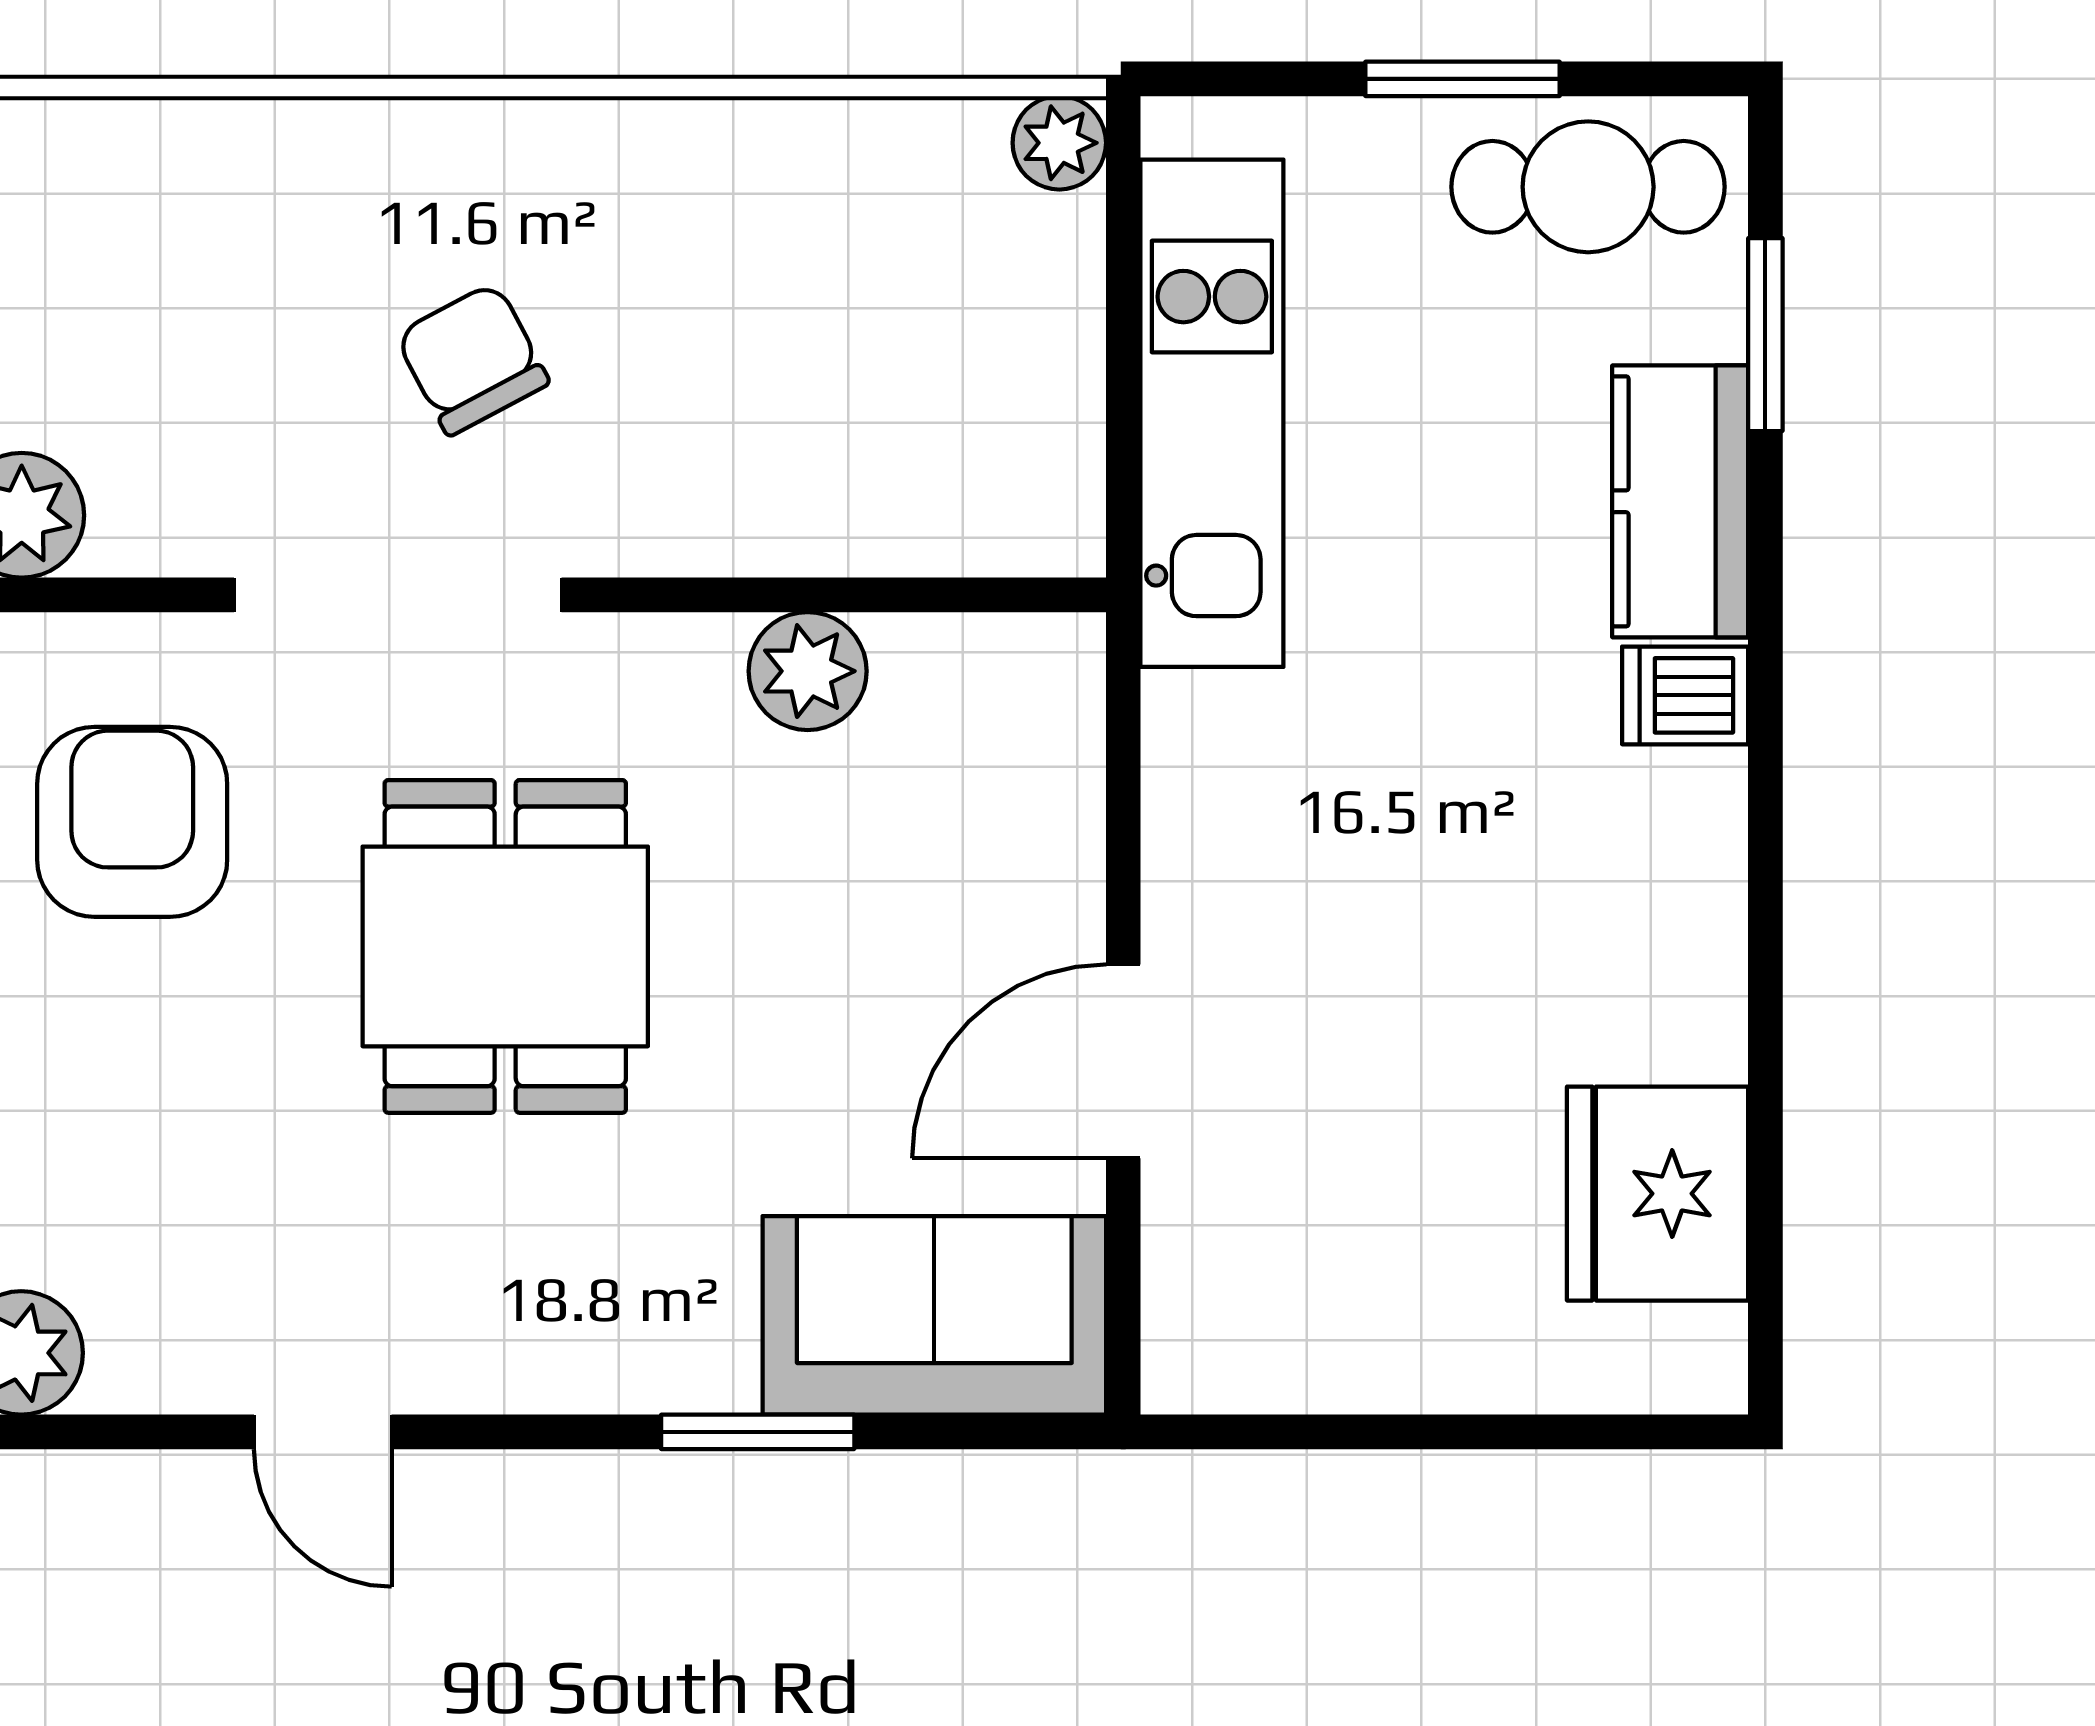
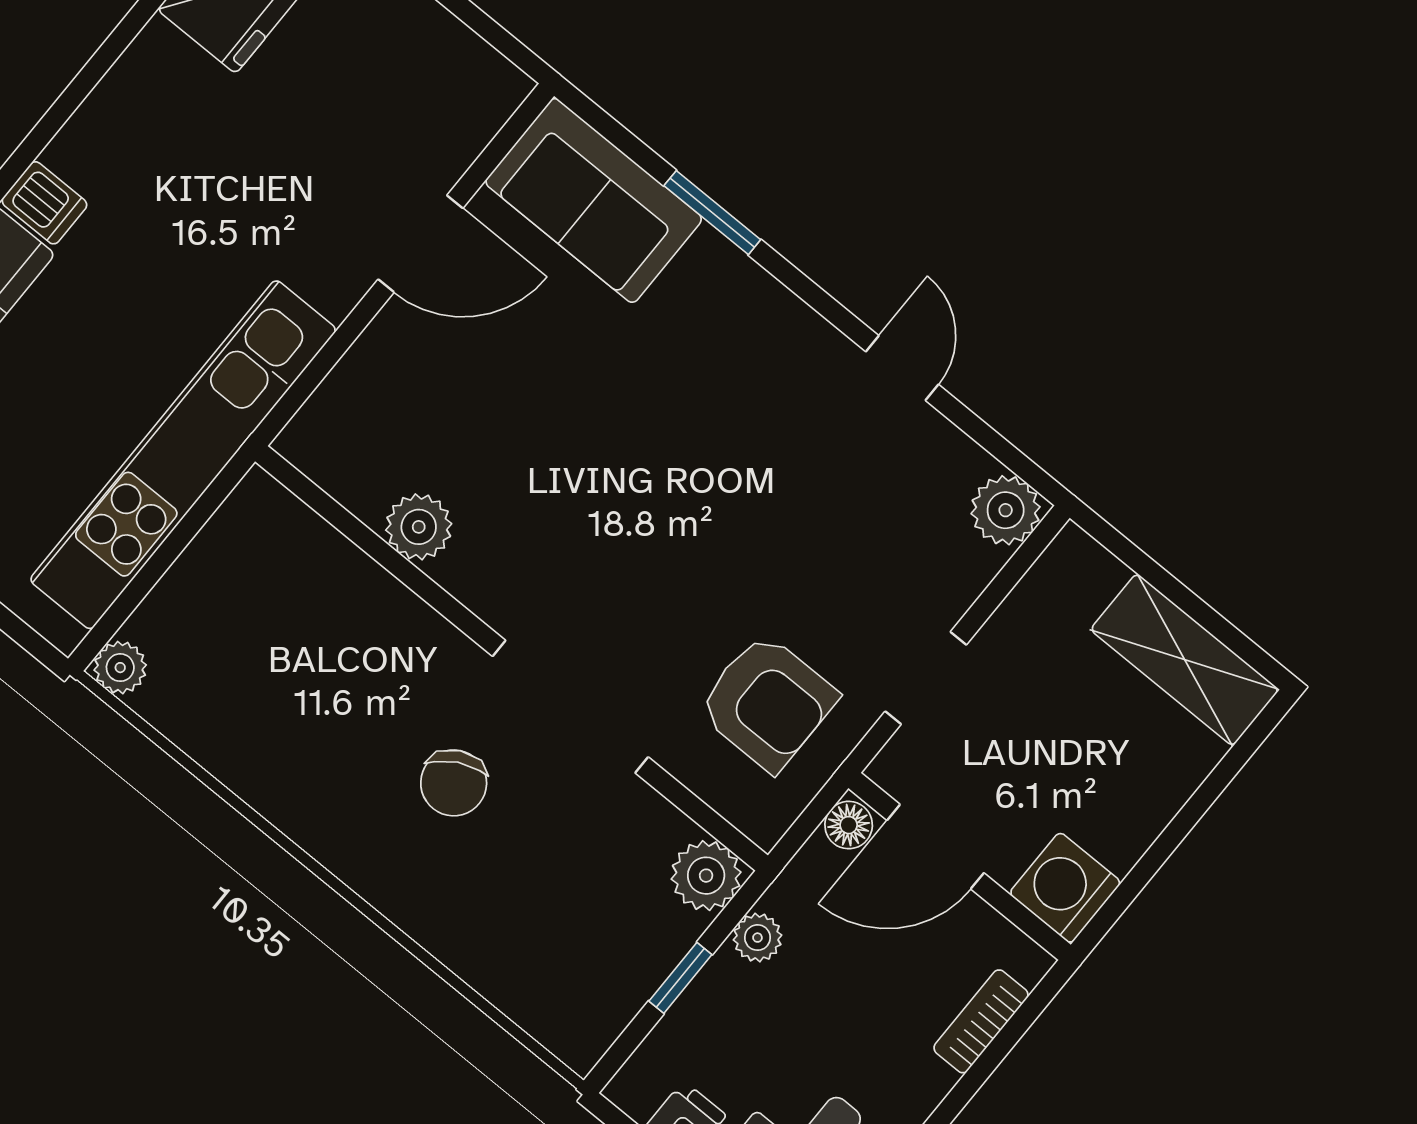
kitchen unit: (1212, 413) -> (183, 455), width x1.36
armchair: (132, 822) -> (767, 702), turned -90
dining table: (505, 946) -> (649, 515), removed

